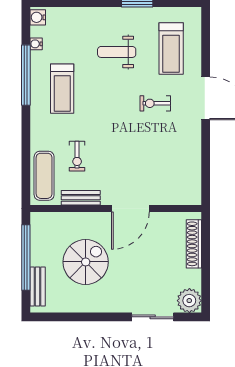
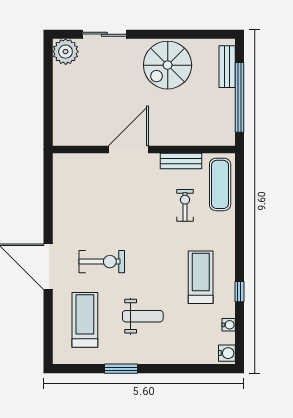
window: (26, 75) -> (239, 292), width x0.32
exercise bike: (155, 103) -> (102, 262), width x1.38, depth x1.39
shoe rack: (194, 244) -> (61, 112), removed
spiral stairs: (86, 262) -> (168, 65), moved

